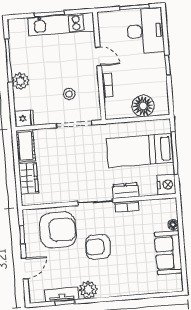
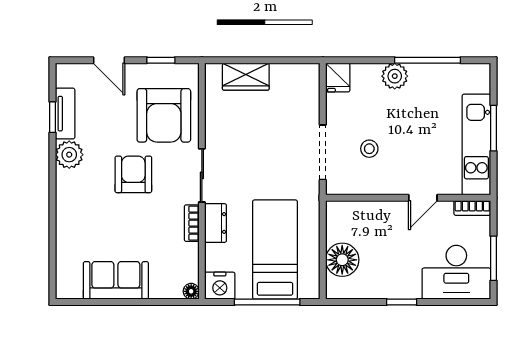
bookcase: (107, 85) -> (472, 208), moved
cot: (26, 146) -> (295, 76), removed
floor lamp: (173, 225) -> (191, 291), moved

